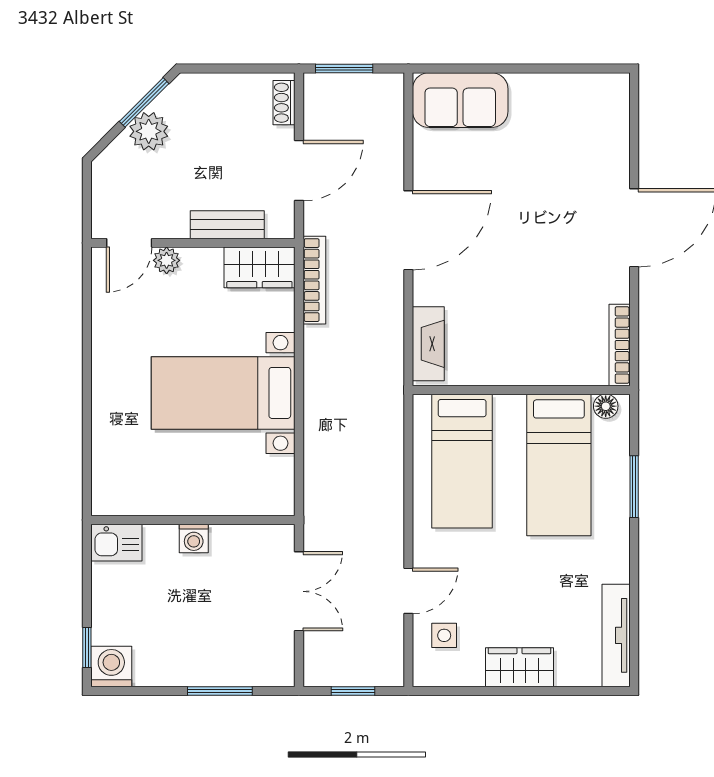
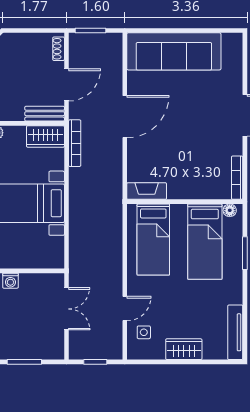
sofa: (460, 100) -> (174, 51), width x1.85, depth x1.27
bench: (227, 225) -> (45, 114), moved
fireplace: (428, 344) -> (147, 191), moved, turned -90

